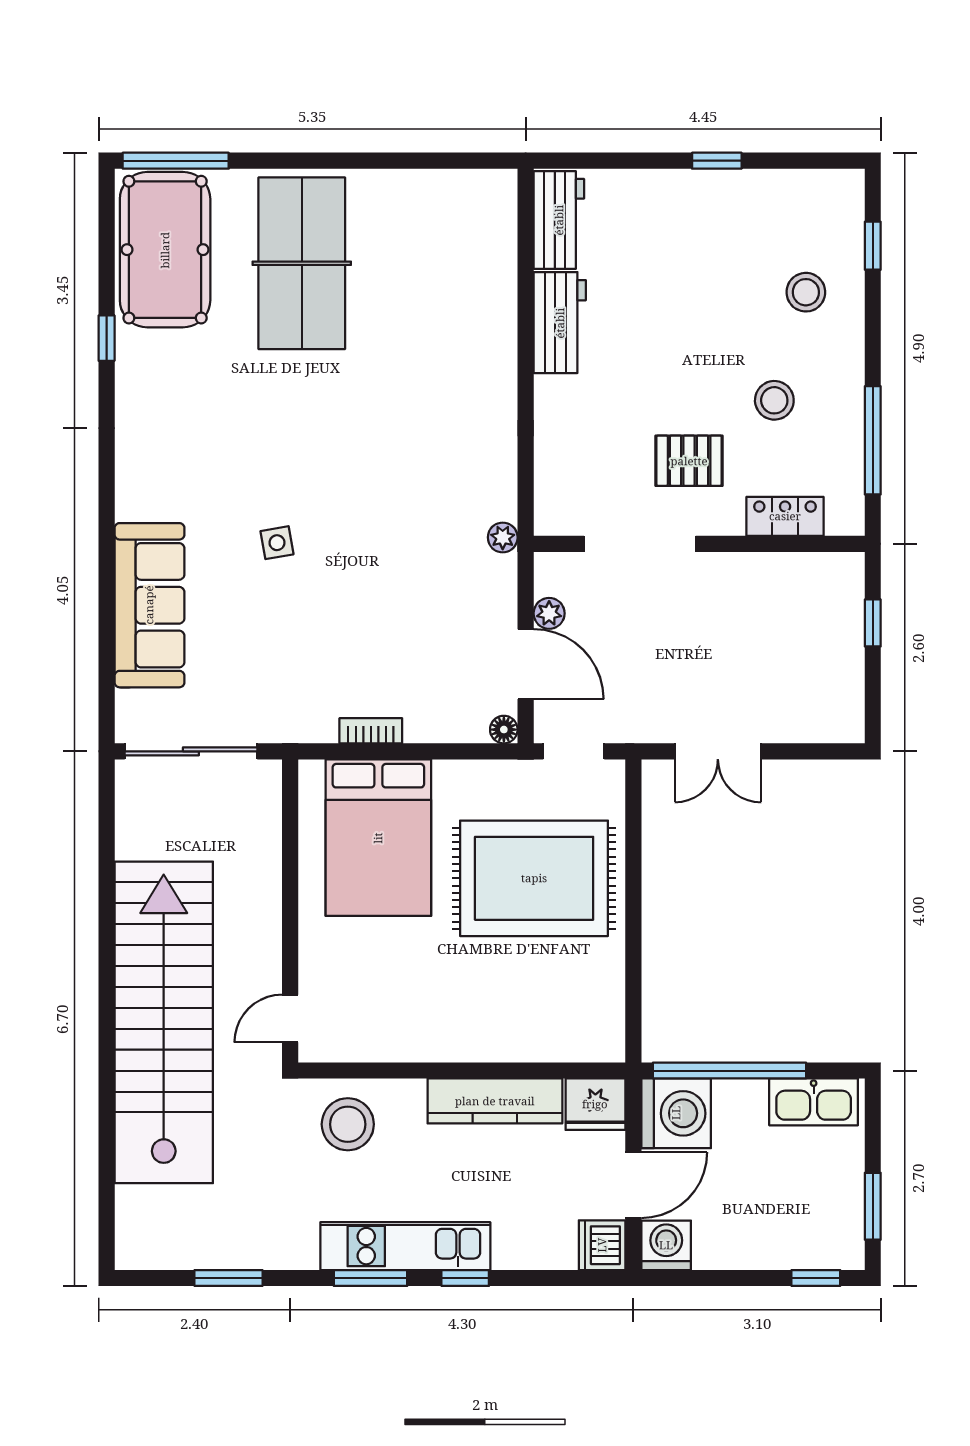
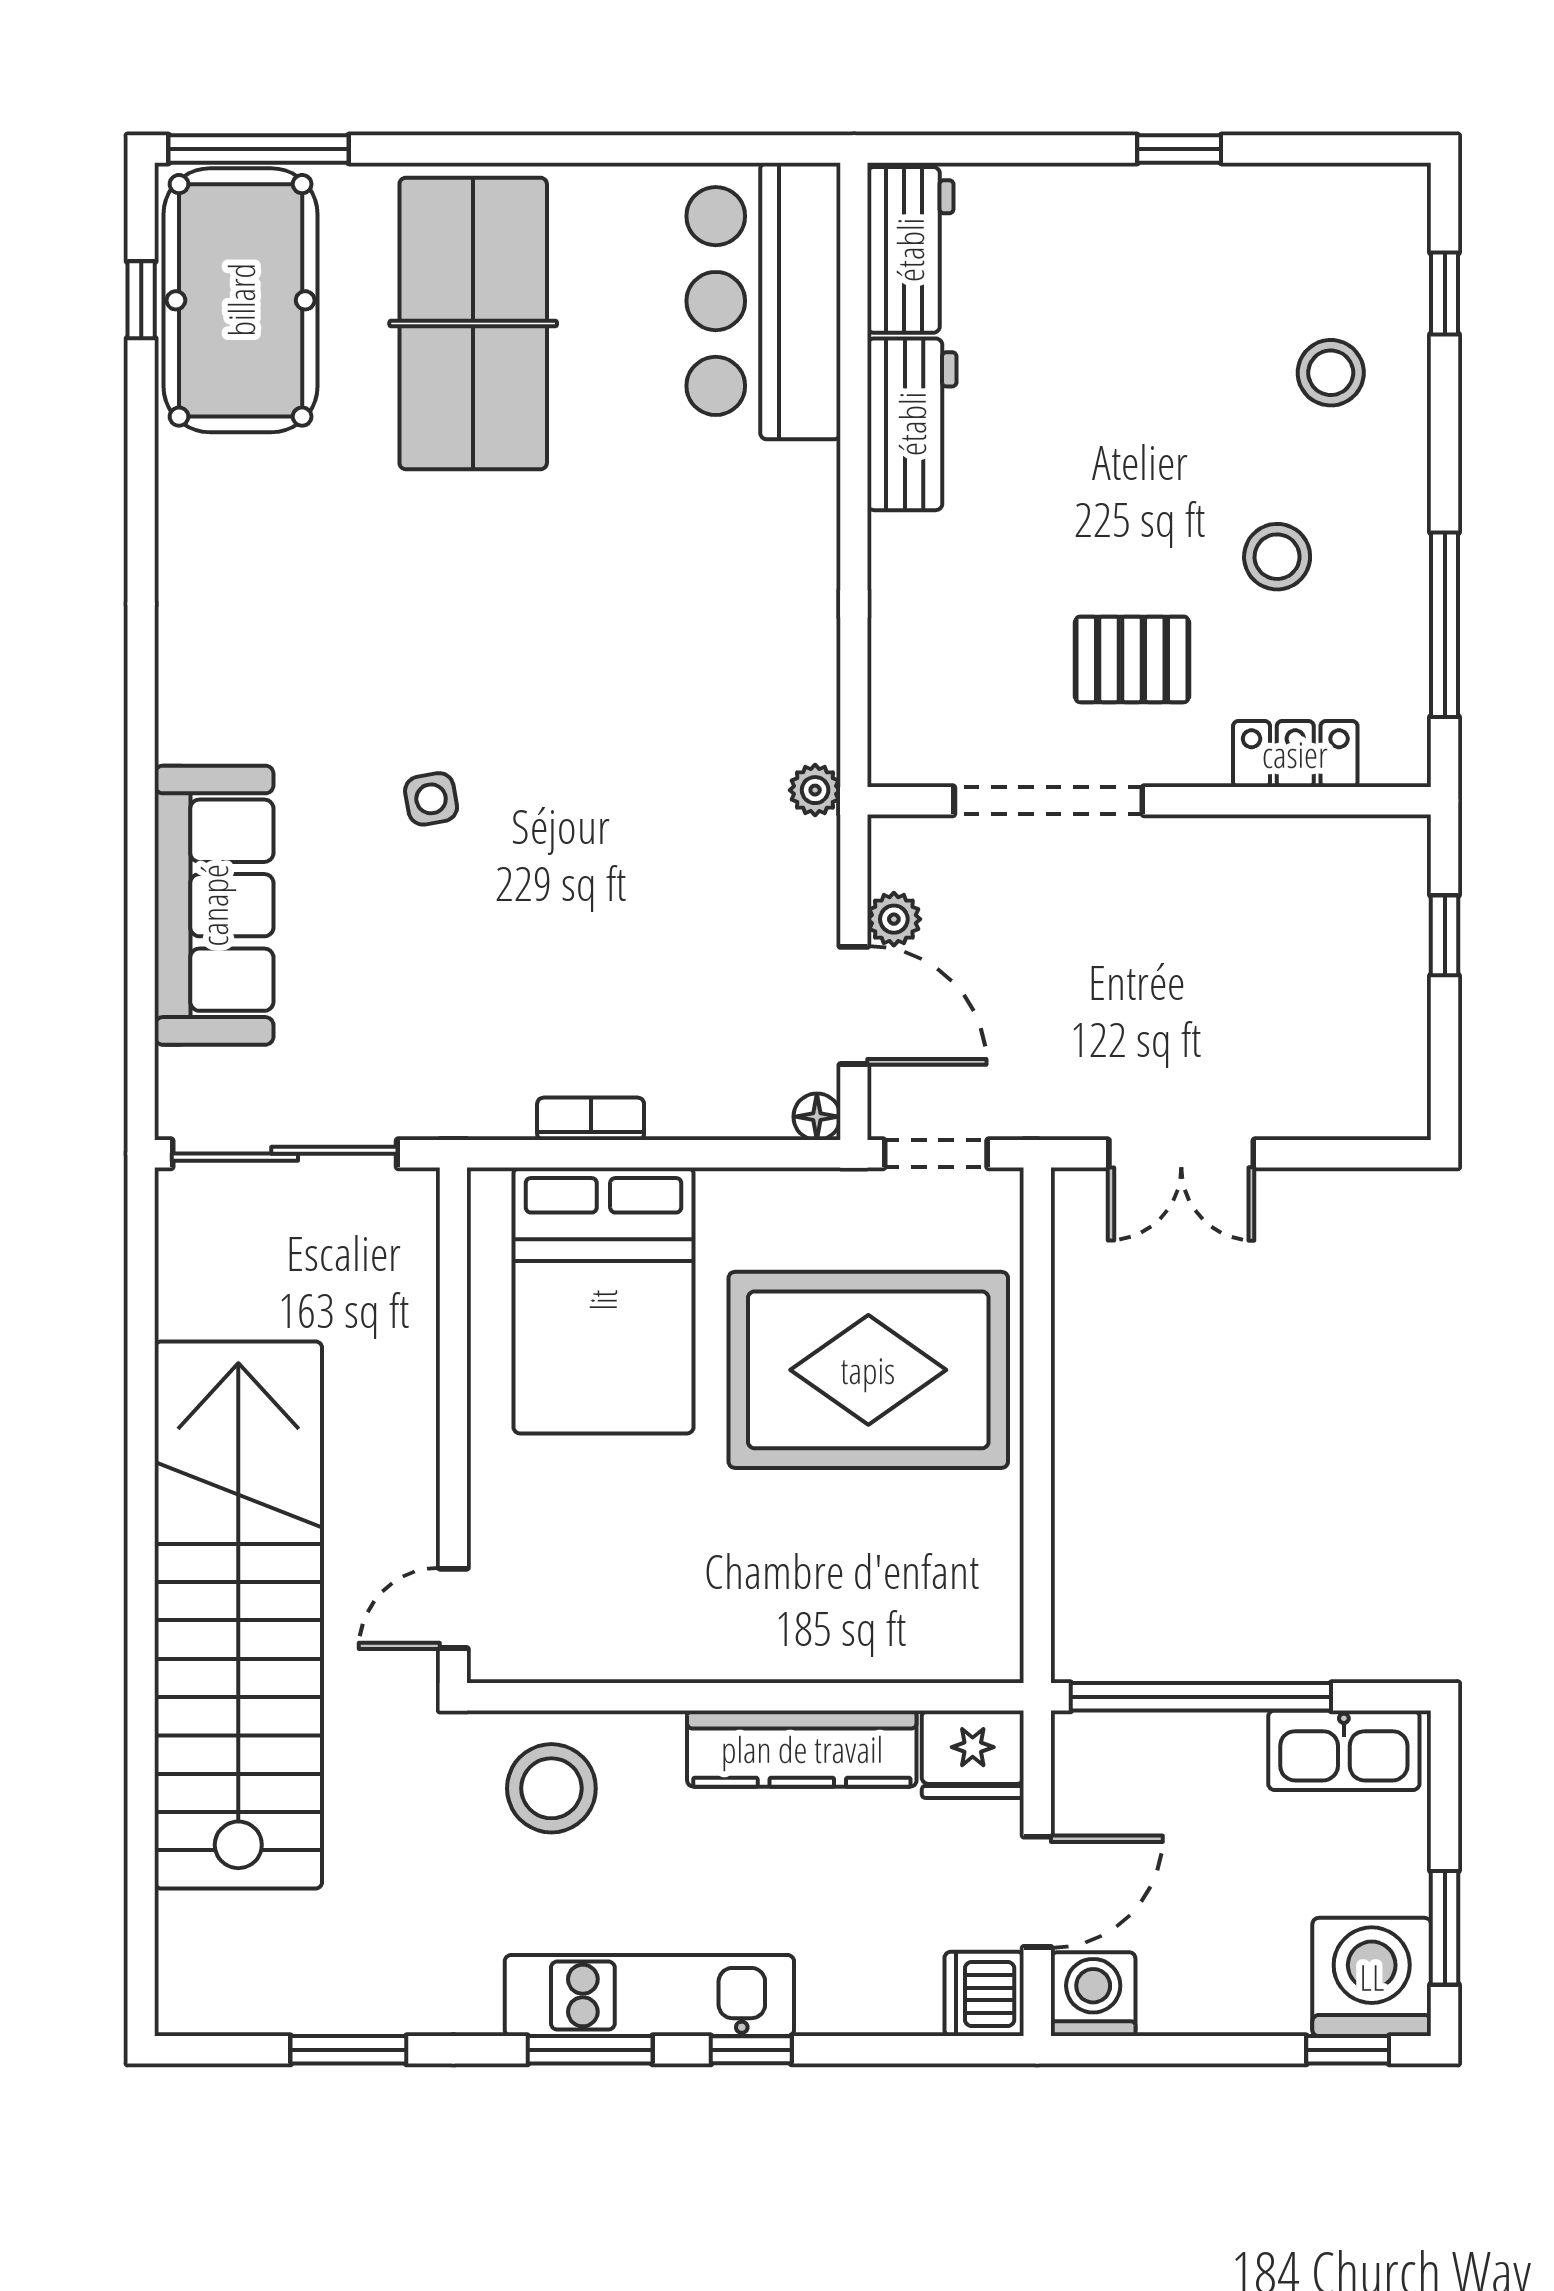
bar counter: (472, 250) -> (763, 301), added
window: (107, 338) -> (141, 300), moved
washing machine: (676, 1113) -> (1372, 1977), moved, turned -90

